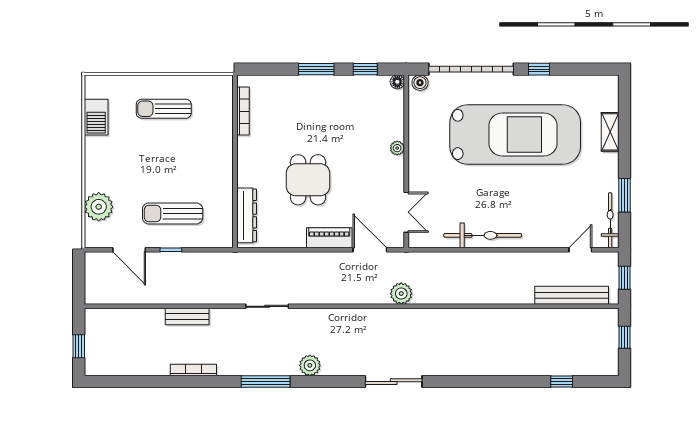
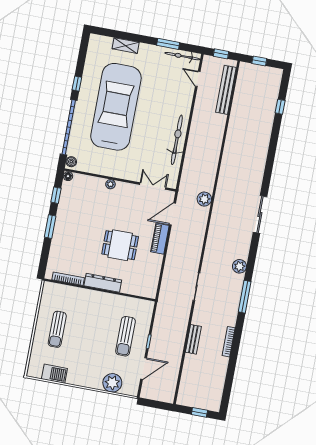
dresser: (247, 215) -> (103, 283), moved

